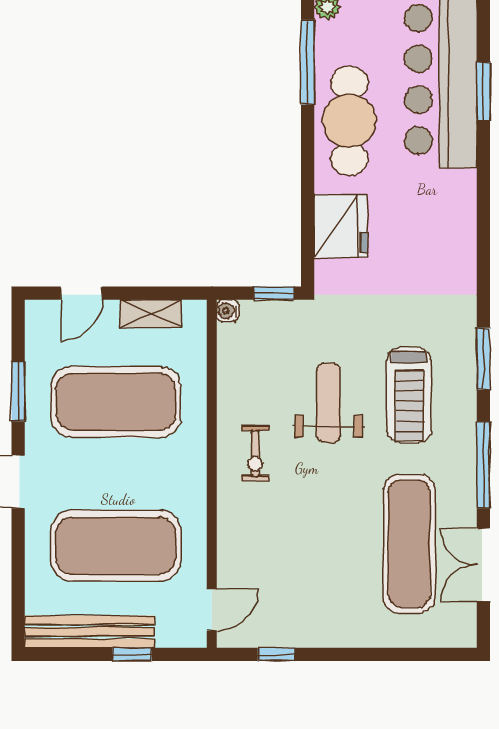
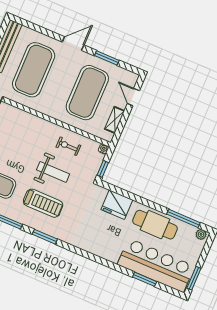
treadmill: (409, 395) -> (43, 203), turned 180
exercise bike: (255, 453) -> (68, 146), moved

